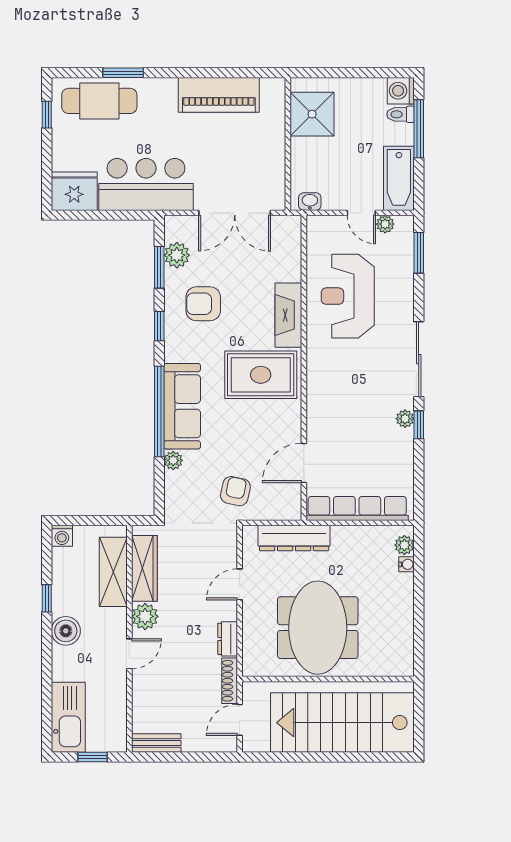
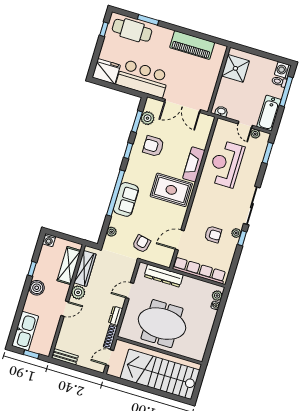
sofa: (182, 406) -> (126, 199), width x0.73
armchair: (363, 434) -> (213, 234), added
plant: (173, 460) -> (112, 232), moved
meeting table: (318, 628) -> (162, 324), turned 90

